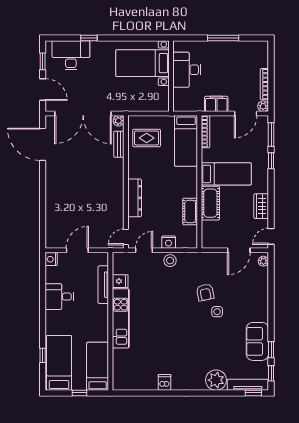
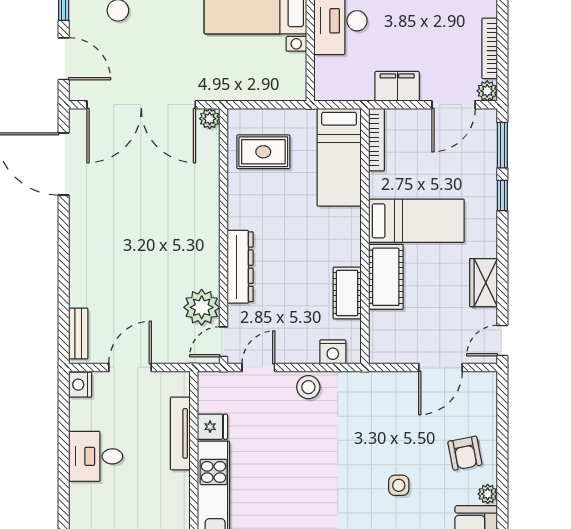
bench: (119, 144) -> (78, 334), moved
plant: (114, 219) -> (202, 307), added
nightstand: (169, 242) -> (333, 352), moved
plant: (263, 261) -> (488, 494), moved
armchair: (205, 292) -> (465, 453), moved

